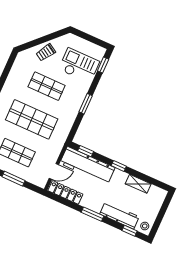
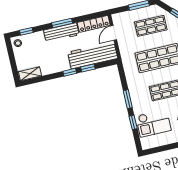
window: (103, 65) -> (133, 122), moved
window: (86, 151) -> (88, 68), moved
shelving: (138, 184) -> (30, 74), moved
workbench: (119, 215) -> (61, 33), moved

